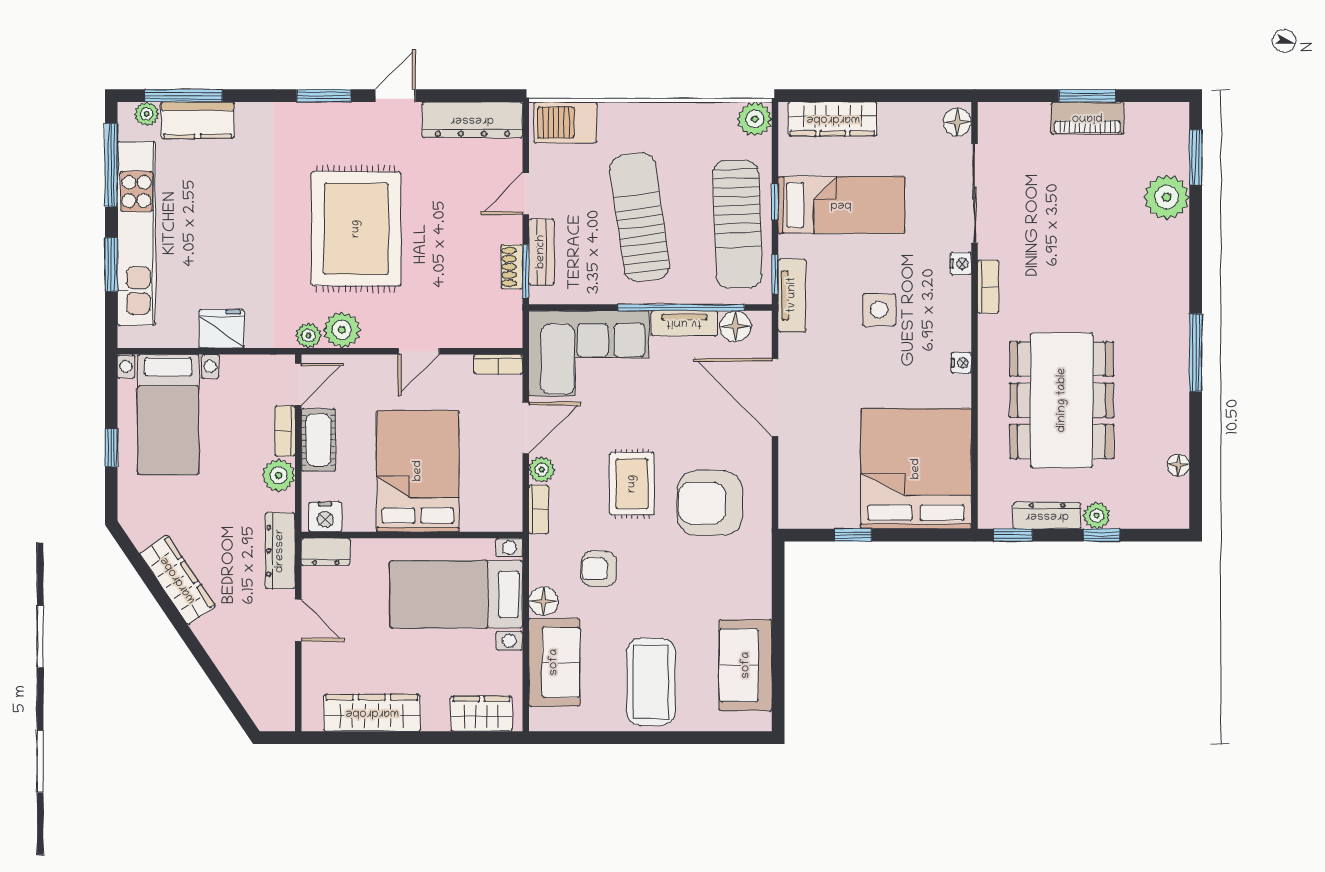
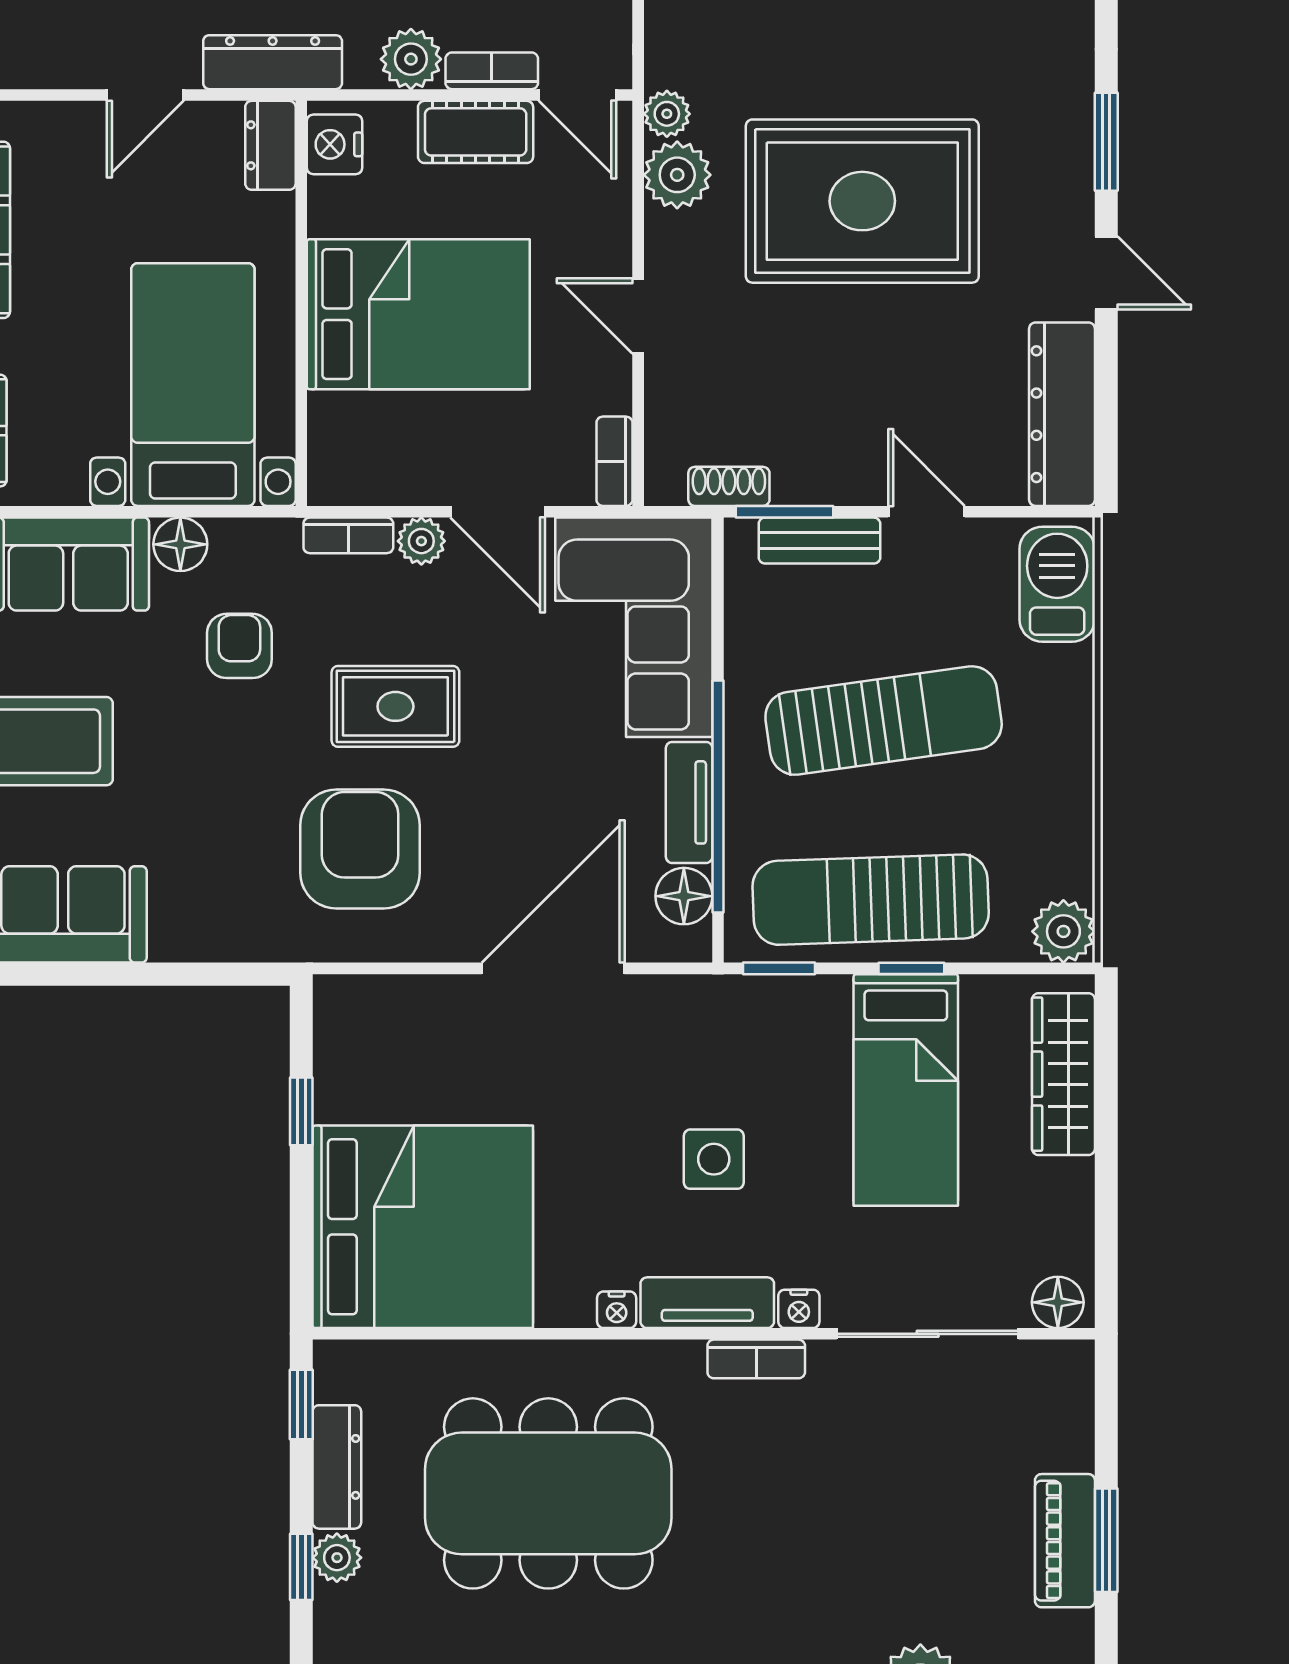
shoe rack: (512, 267) -> (729, 486), moved
tv unit: (792, 295) -> (707, 1303), moved, turned 180

